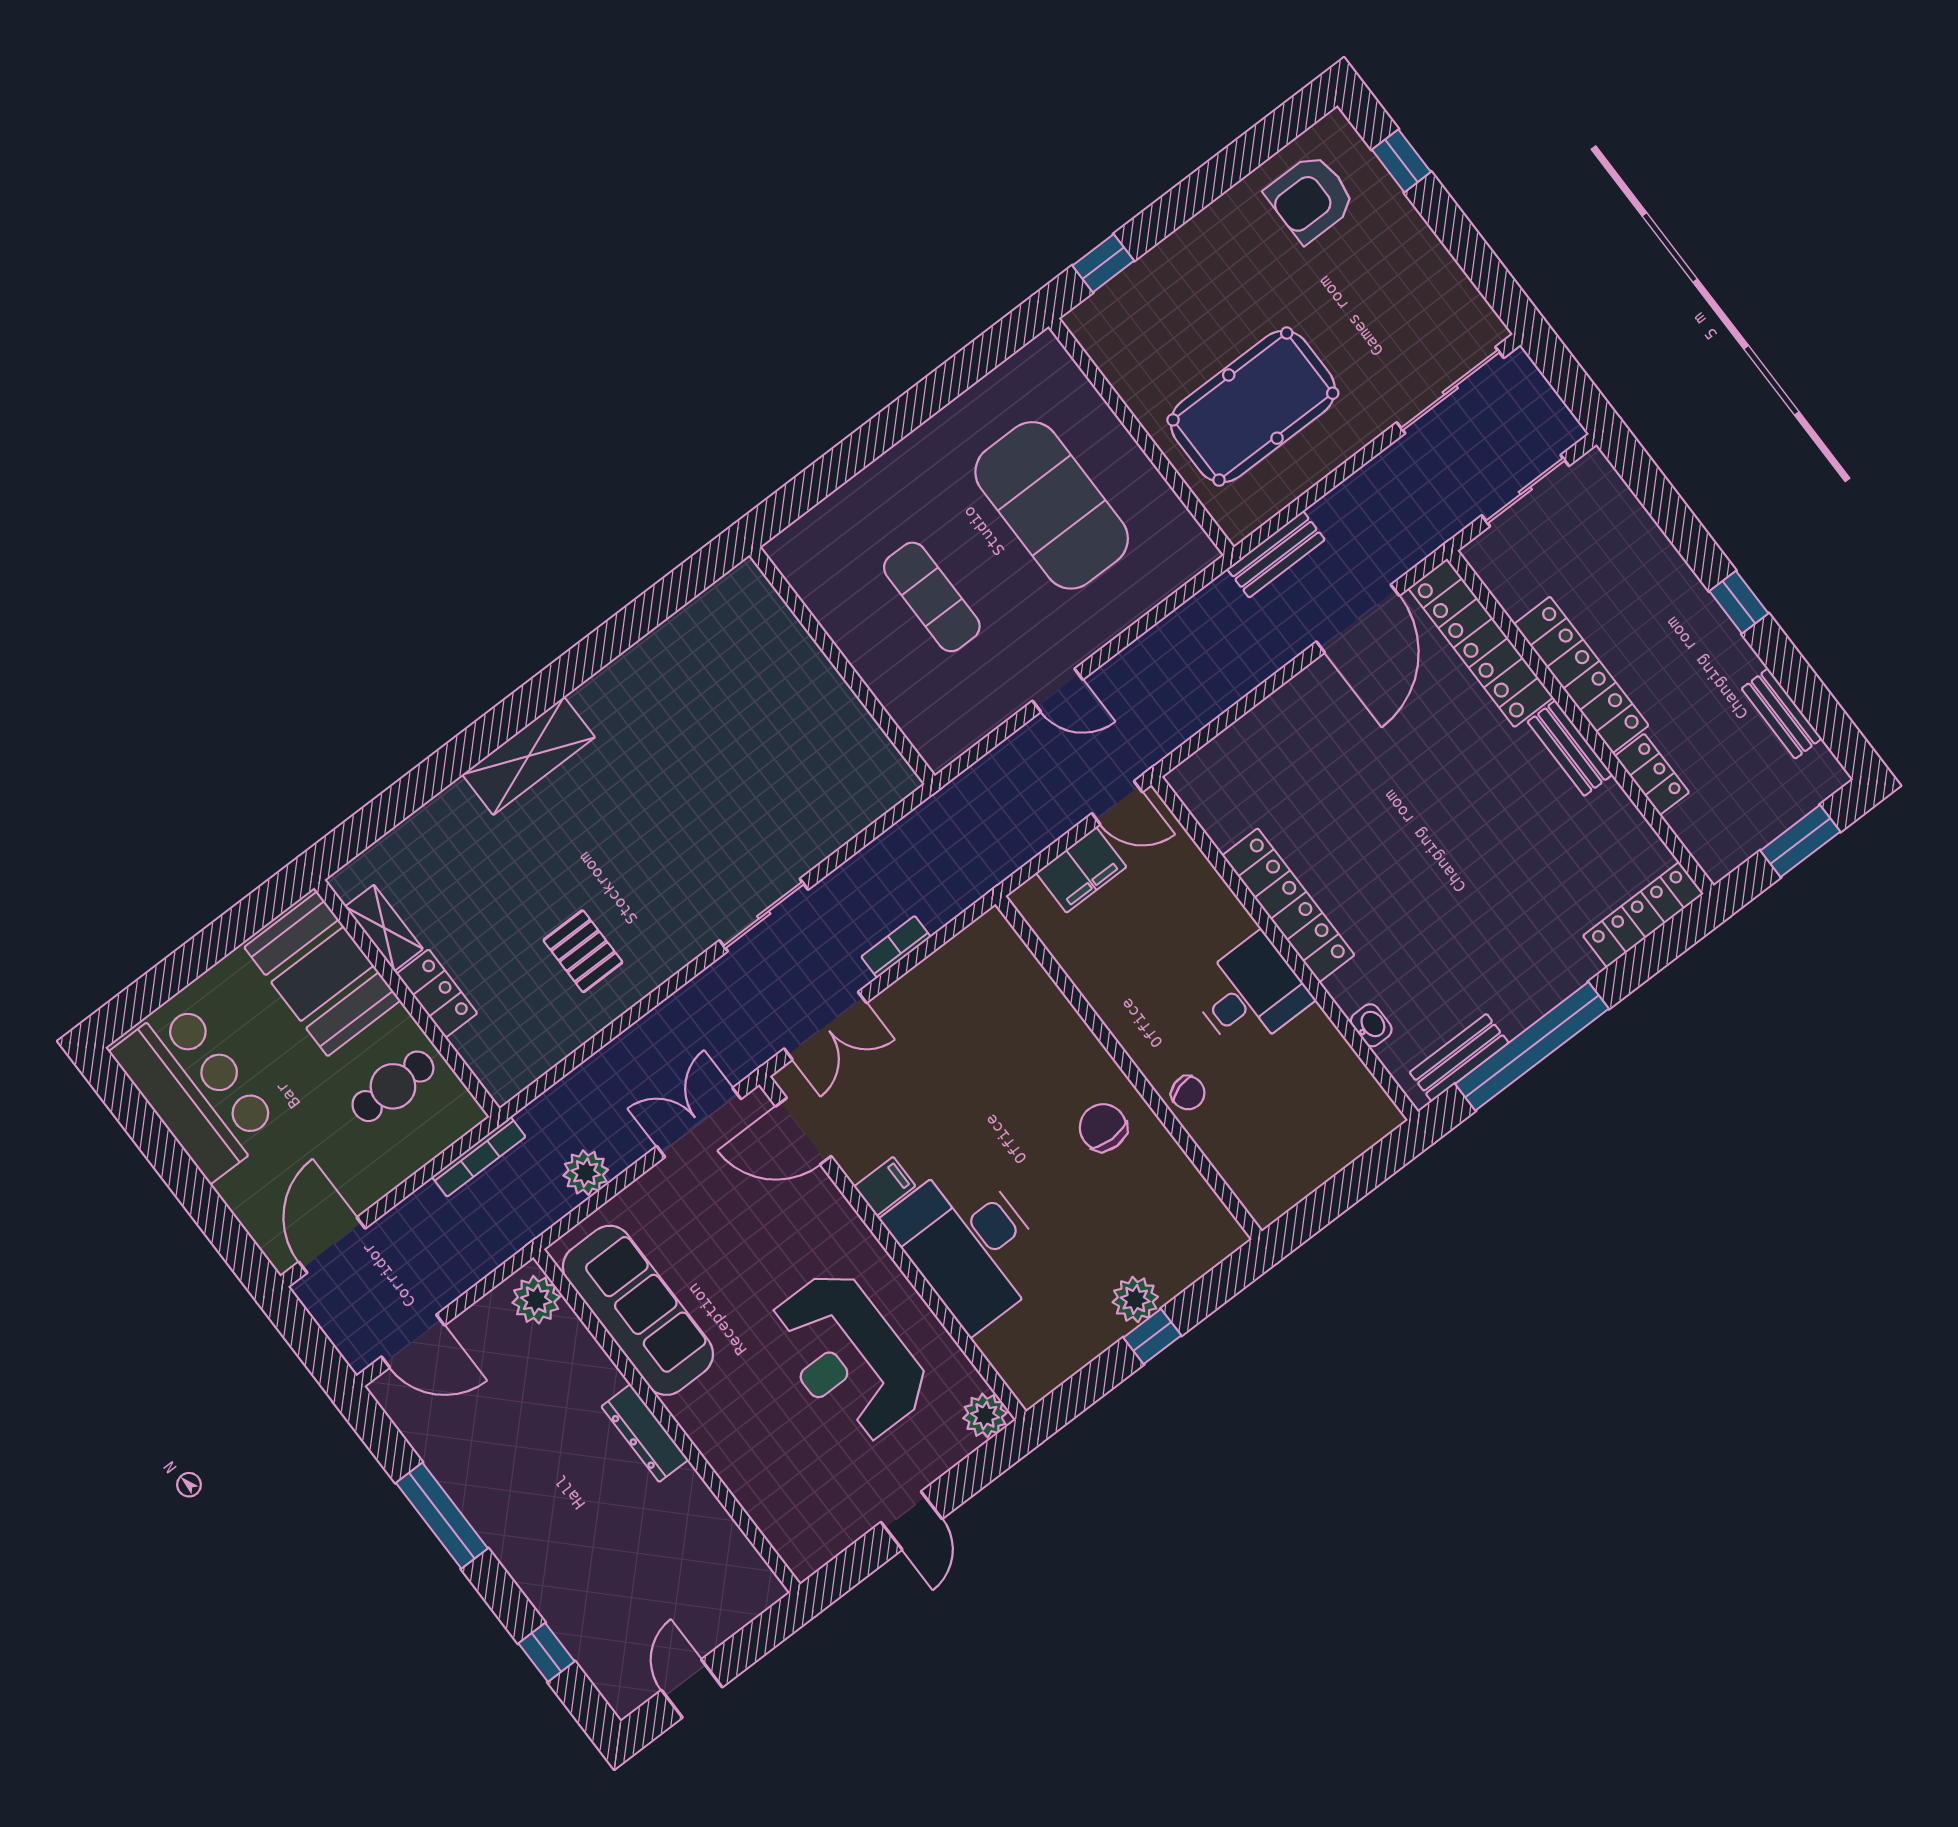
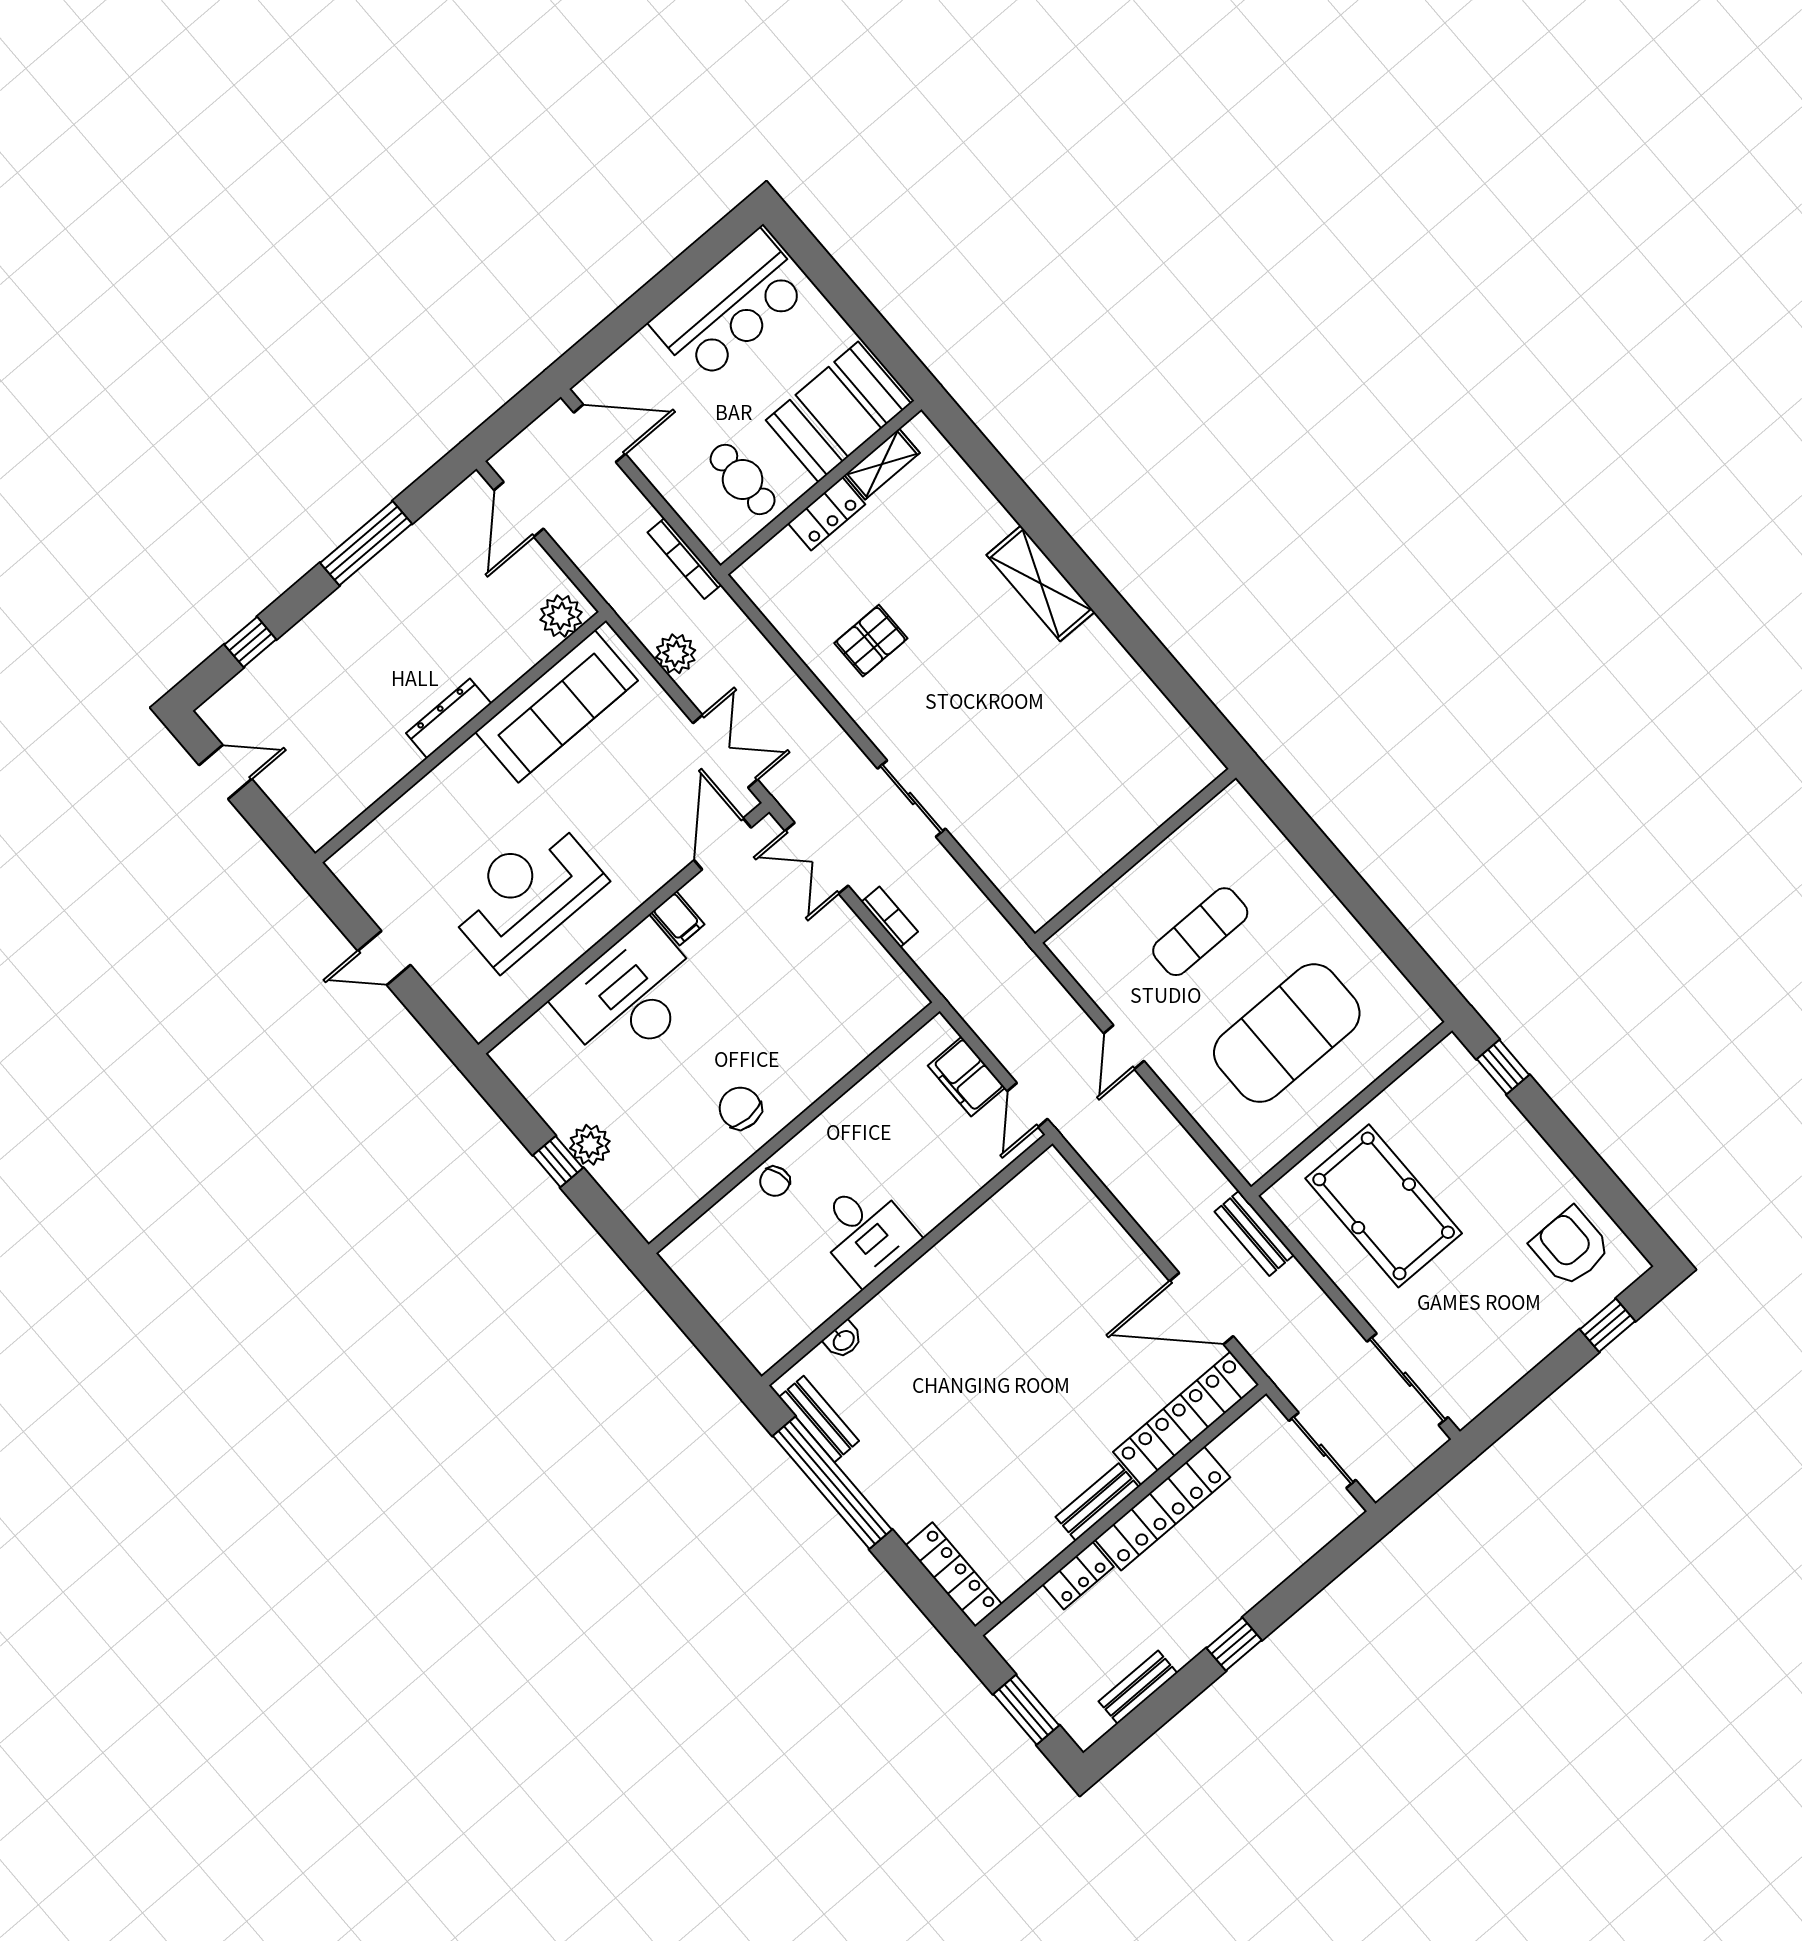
locker: (1288, 905) -> (945, 1261), removed
chair: (1103, 1127) -> (740, 1108), turned -90
plant: (985, 1415) -> (480, 1018), removed

